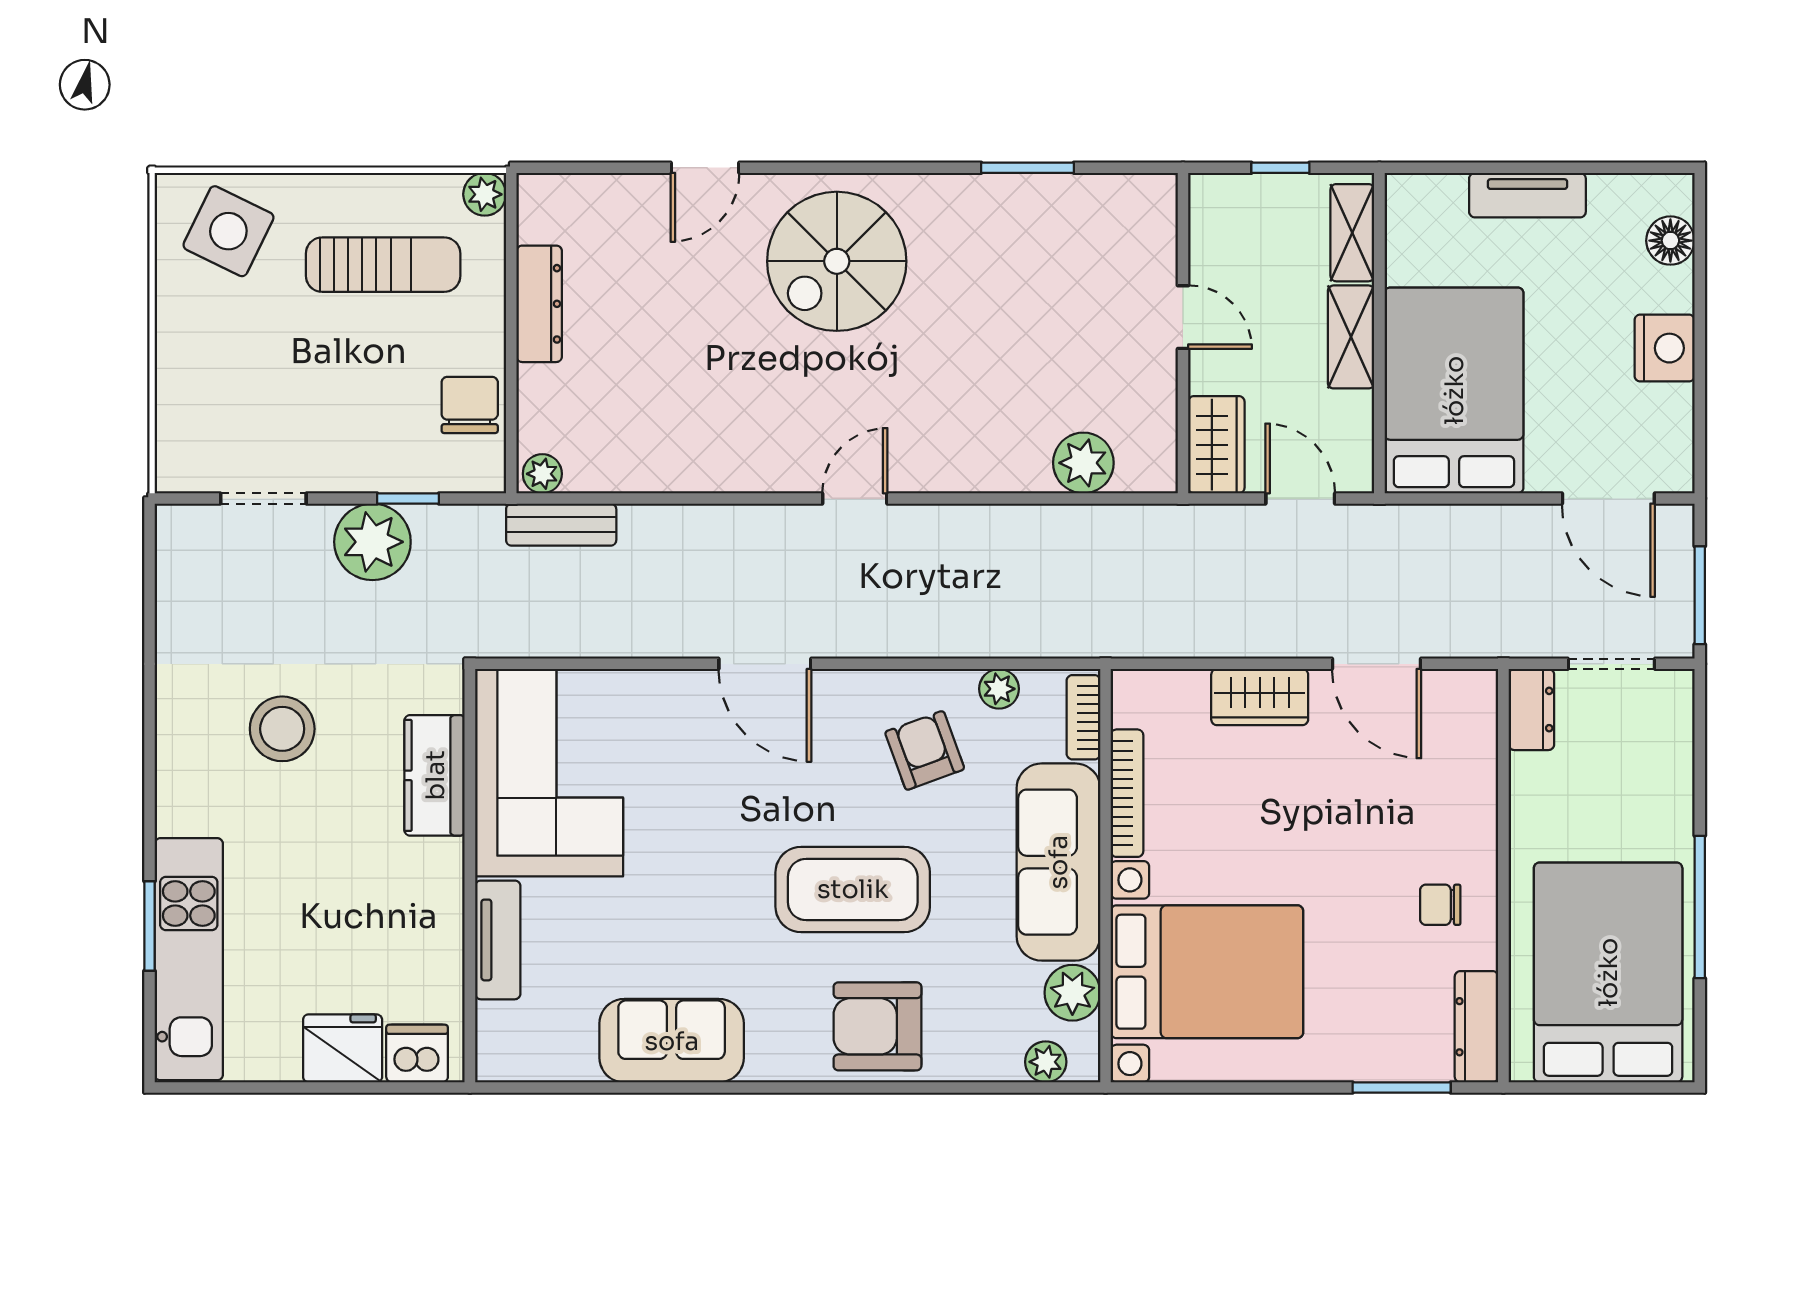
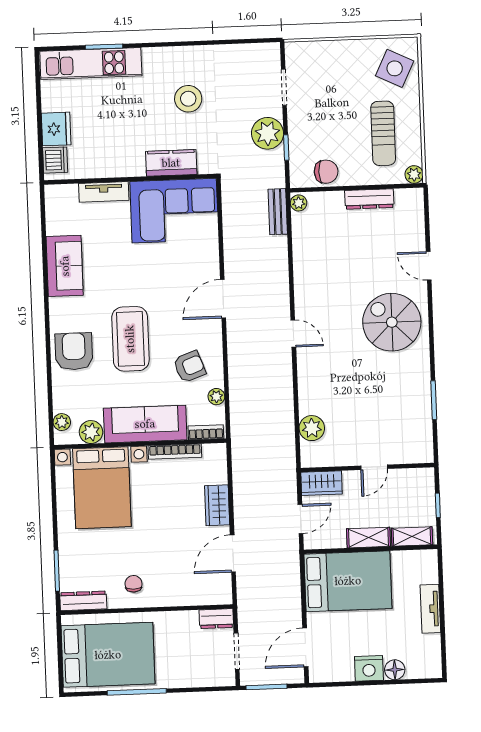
floor lamp: (1670, 241) -> (395, 670), moved

